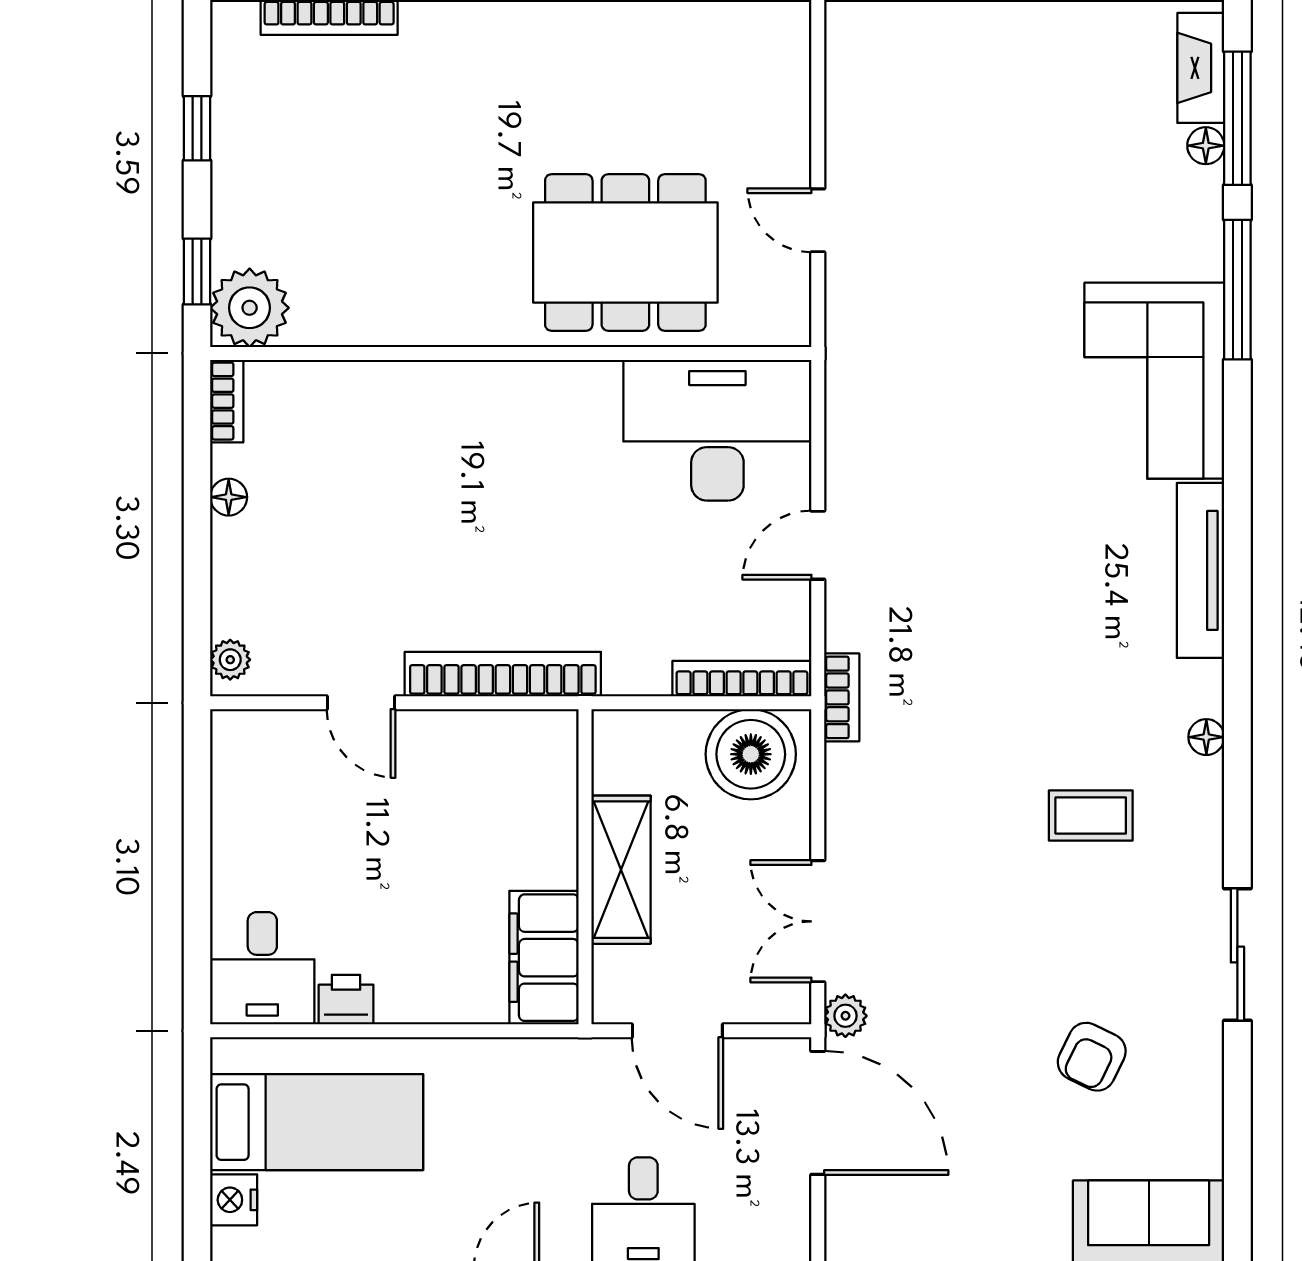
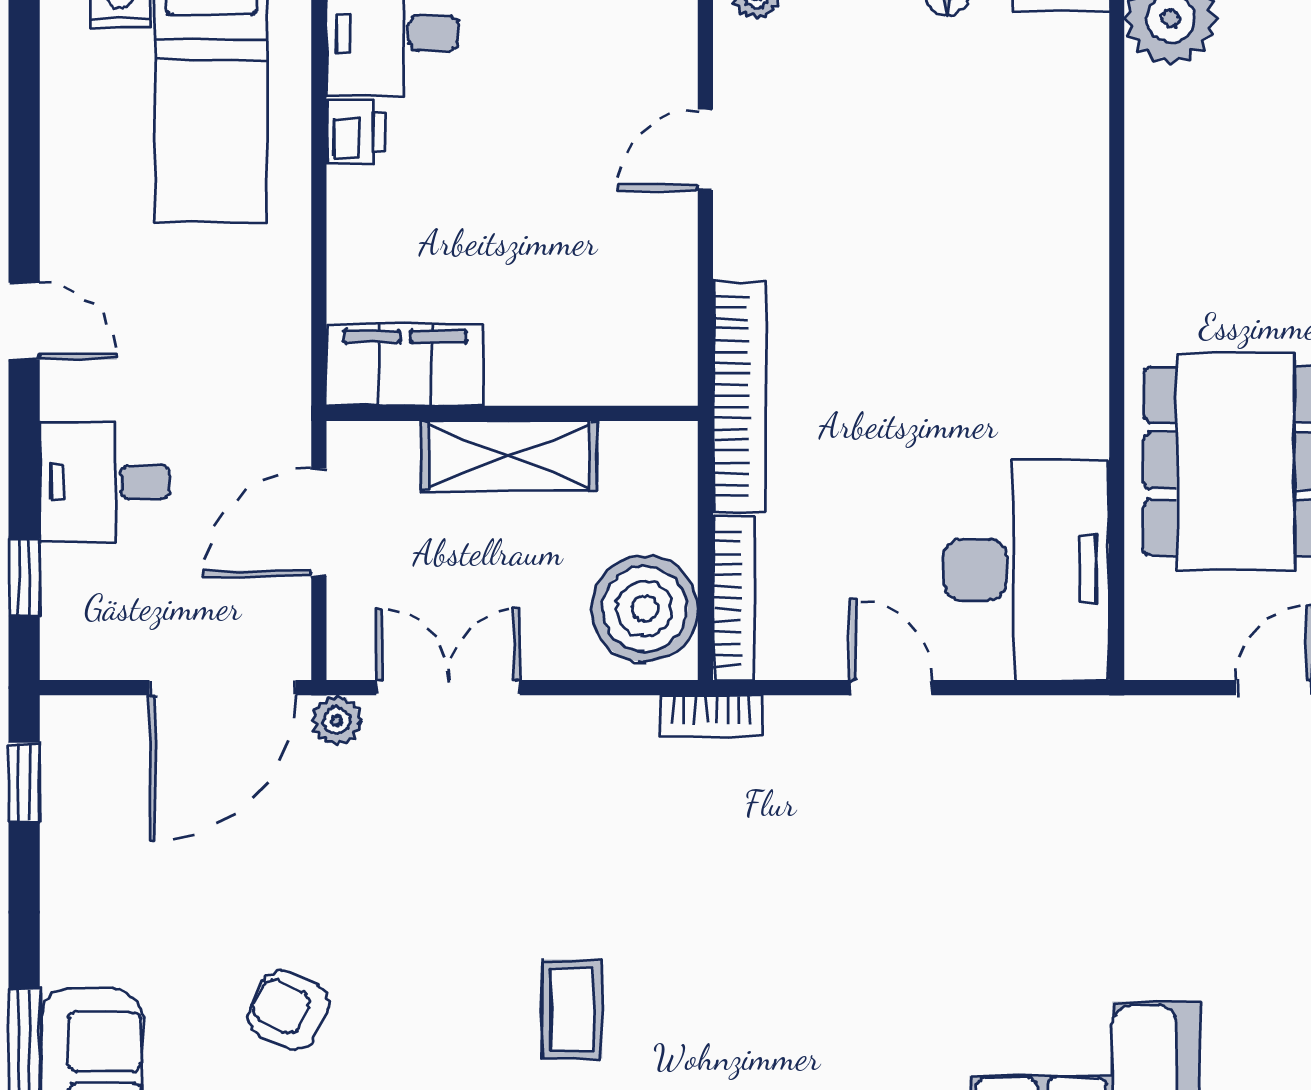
bookcase: (503, 674) -> (739, 396), moved

